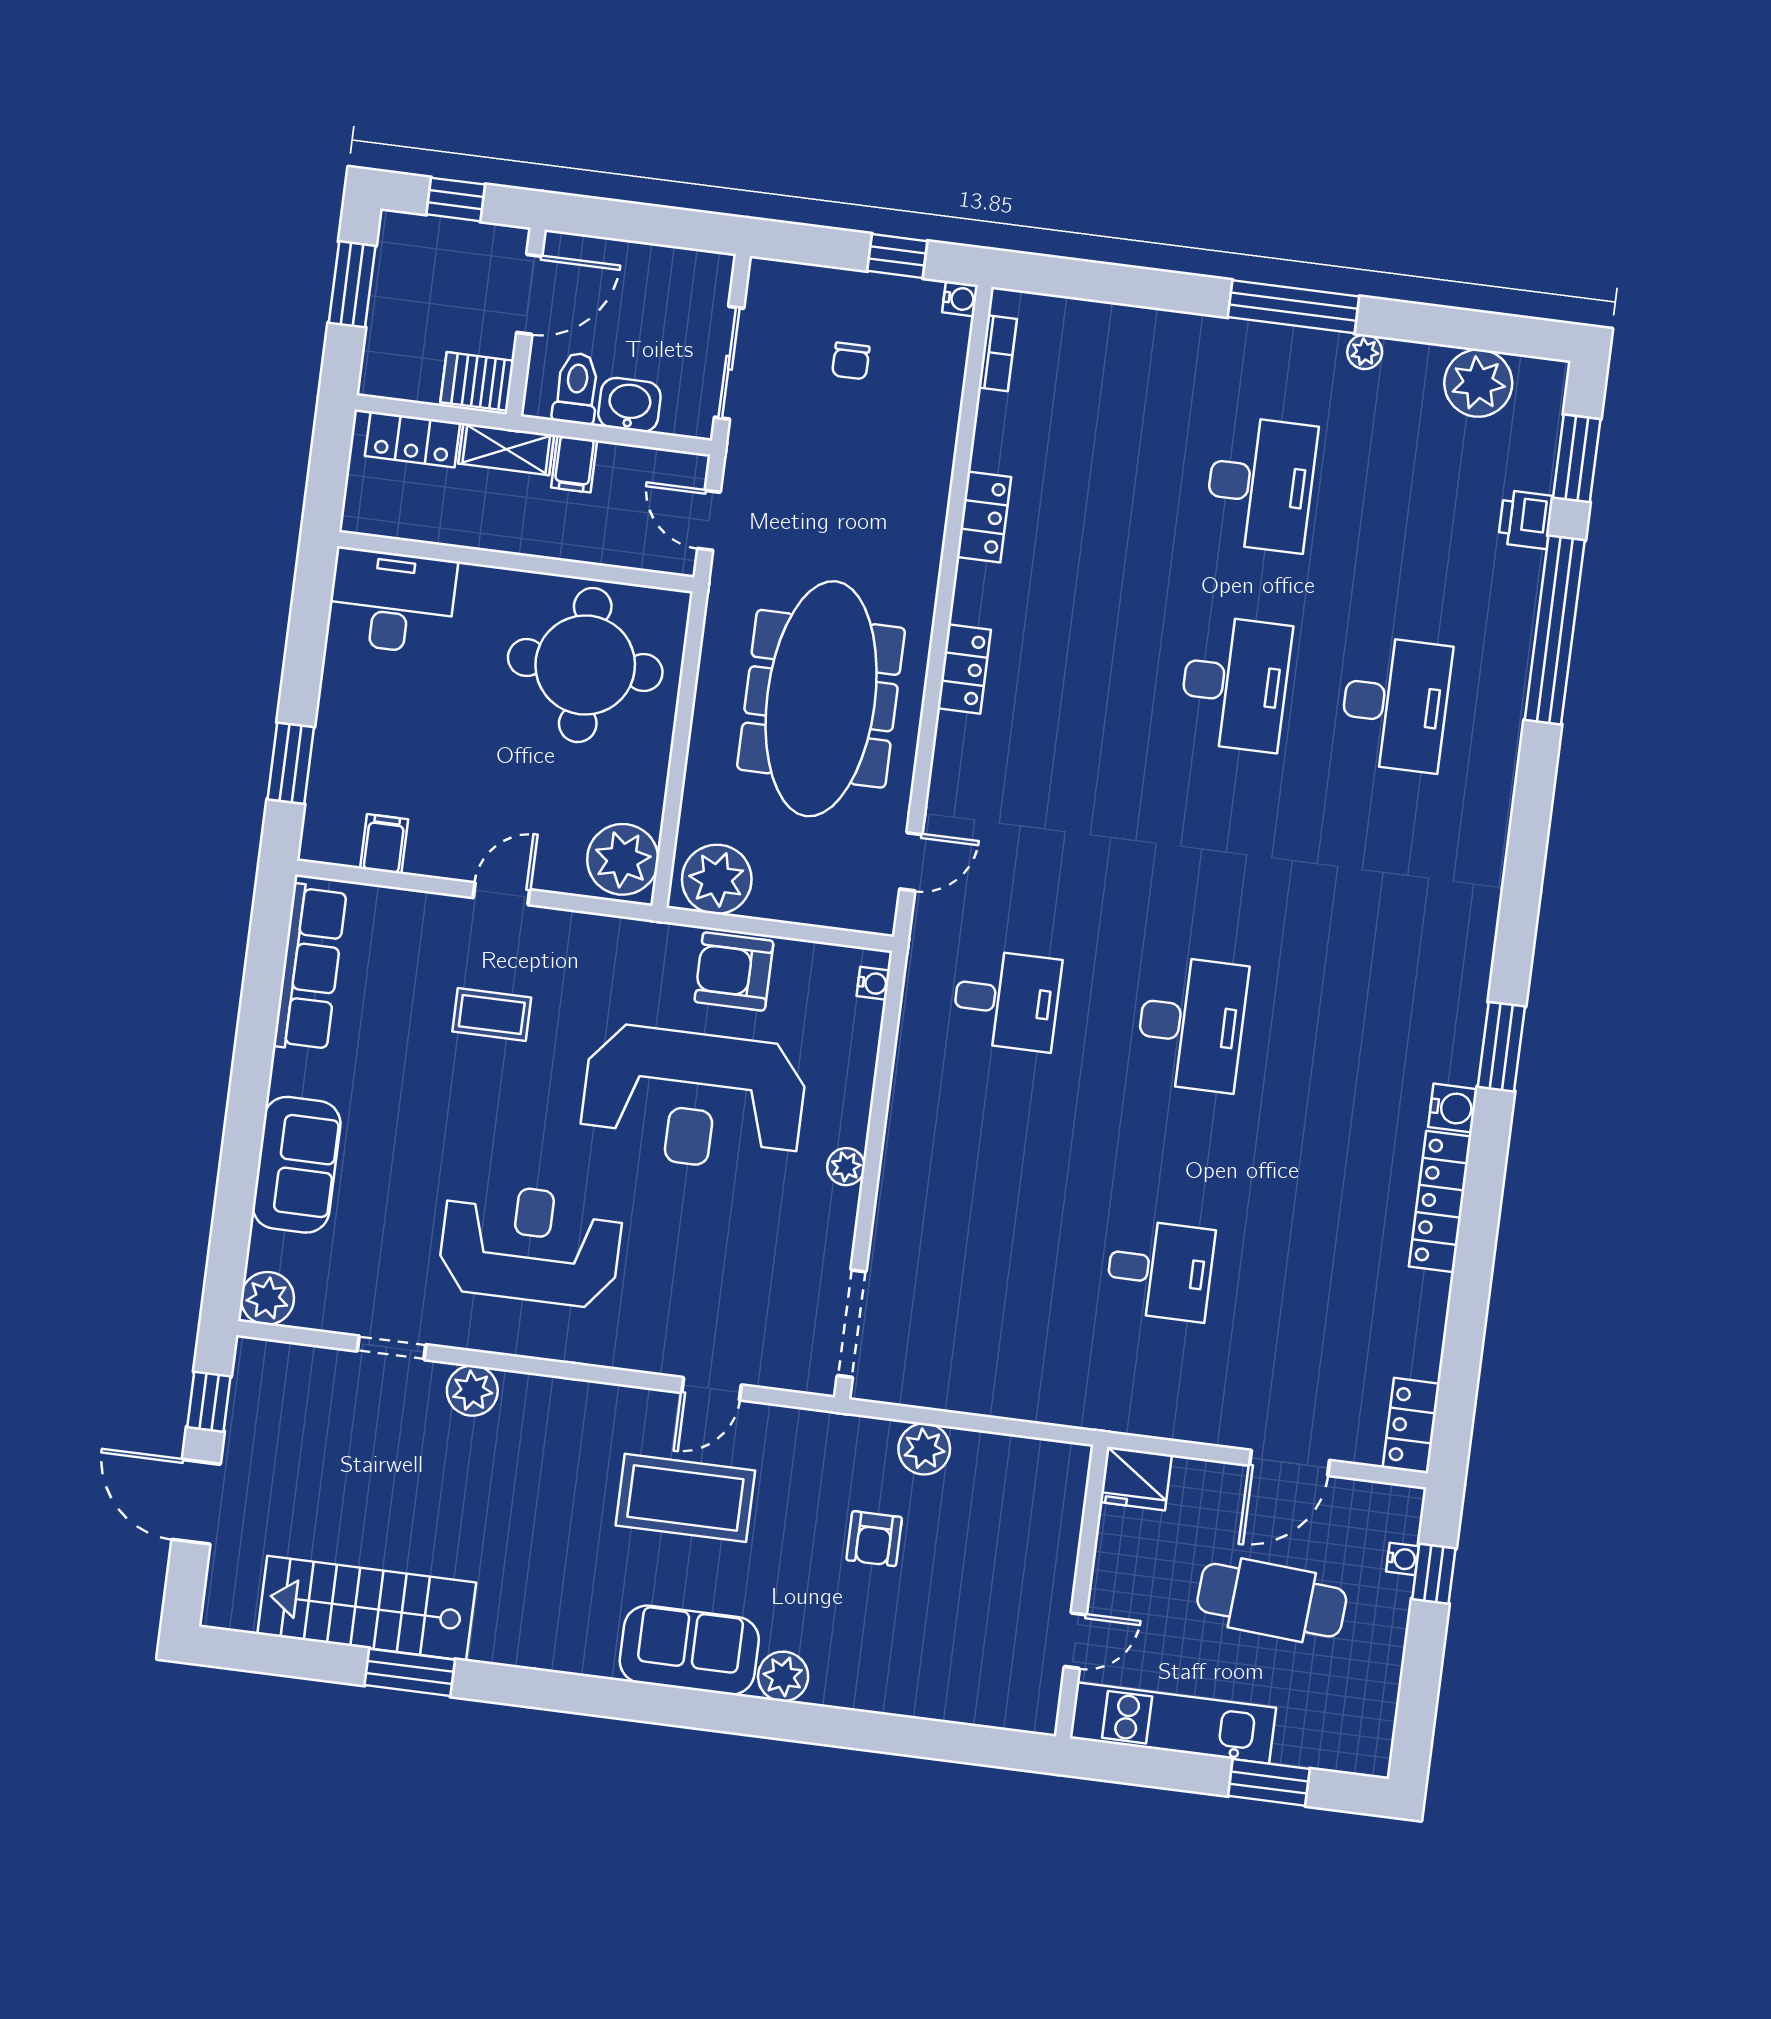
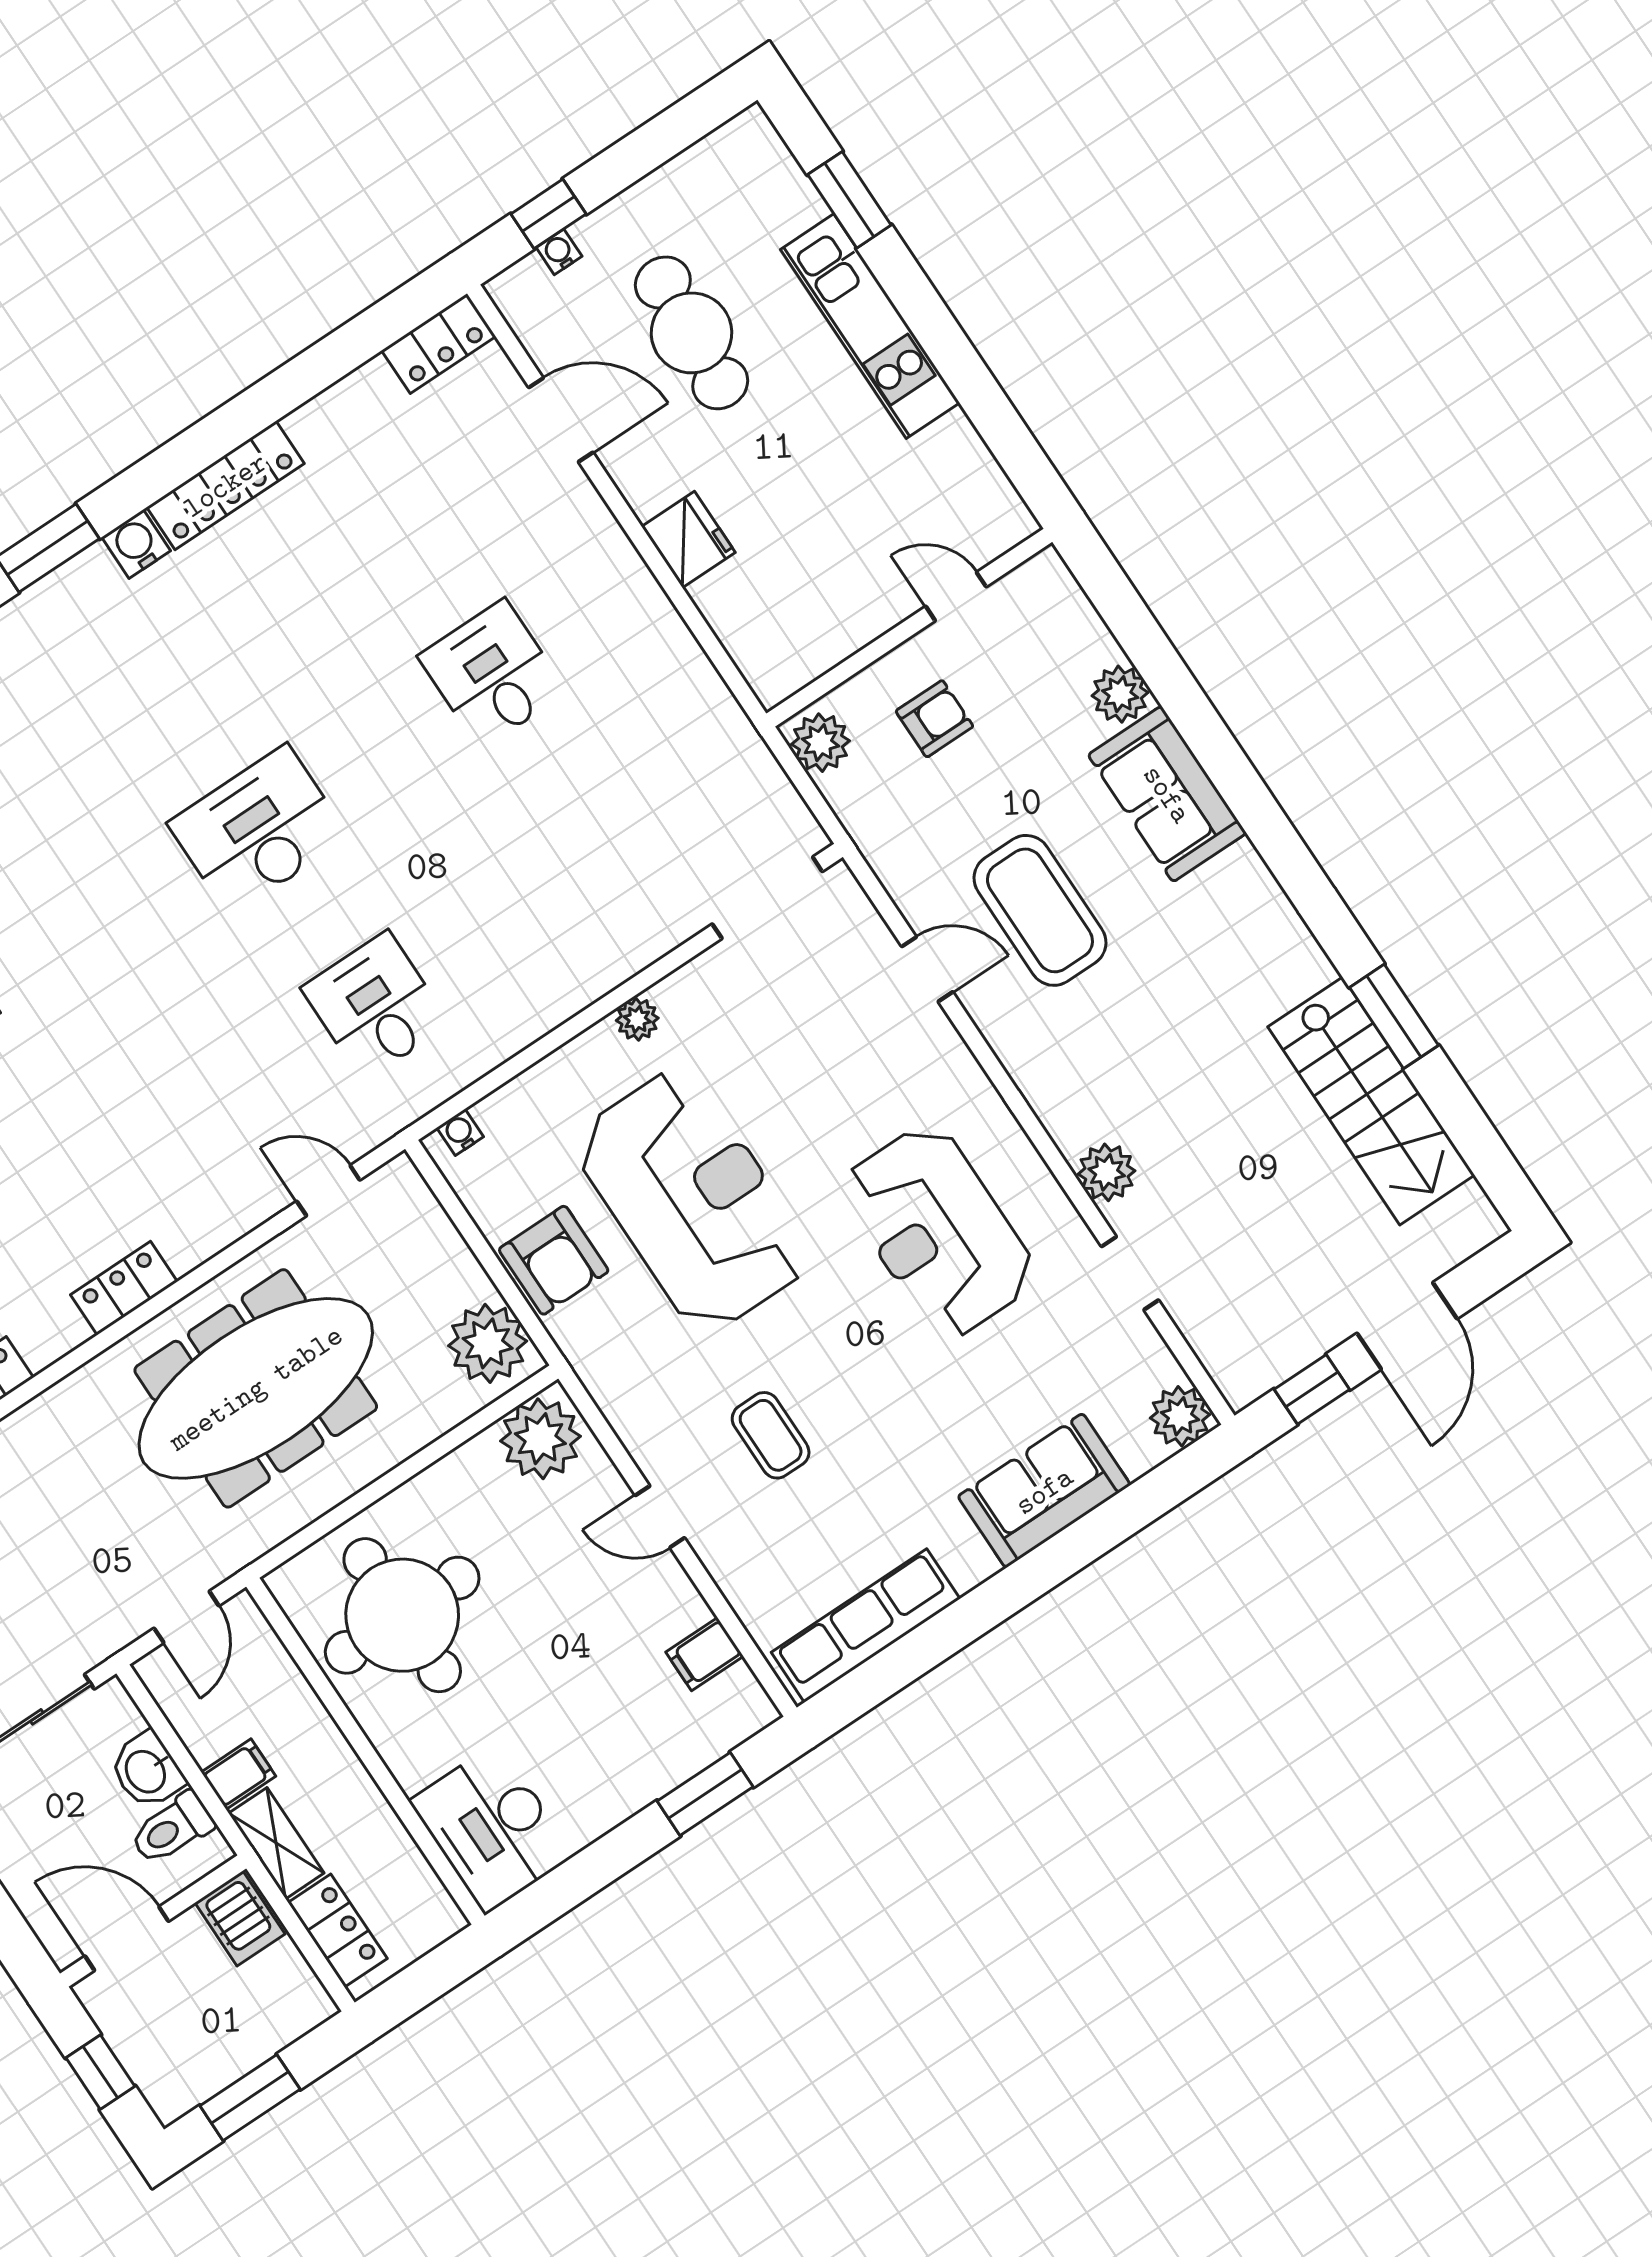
wall: (1082, 1592) -> (909, 628), moved
door: (1075, 1641) -> (956, 597), moved

